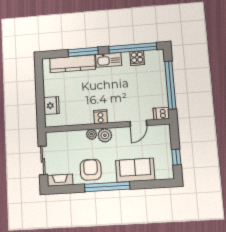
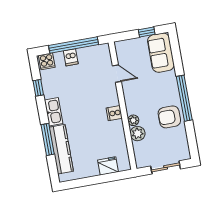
window: (133, 48) -> (38, 88), width x0.32
cooker: (137, 58) -> (47, 61), moved, turned 90
dishwasher: (161, 114) -> (71, 57), moved
plant: (105, 135) -> (138, 134), moved
sofa: (135, 170) -> (161, 53), moved
fireplace: (60, 180) -> (183, 147), removed

